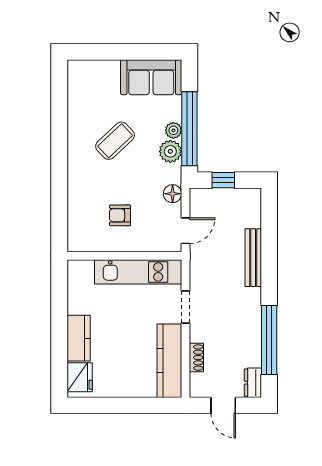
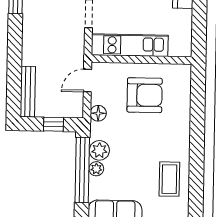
coffee table: (115, 141) -> (169, 179), moved, turned -47
armchair: (120, 215) -> (145, 95), width x1.88, depth x1.88
bench: (253, 258) -> (28, 92), moved

